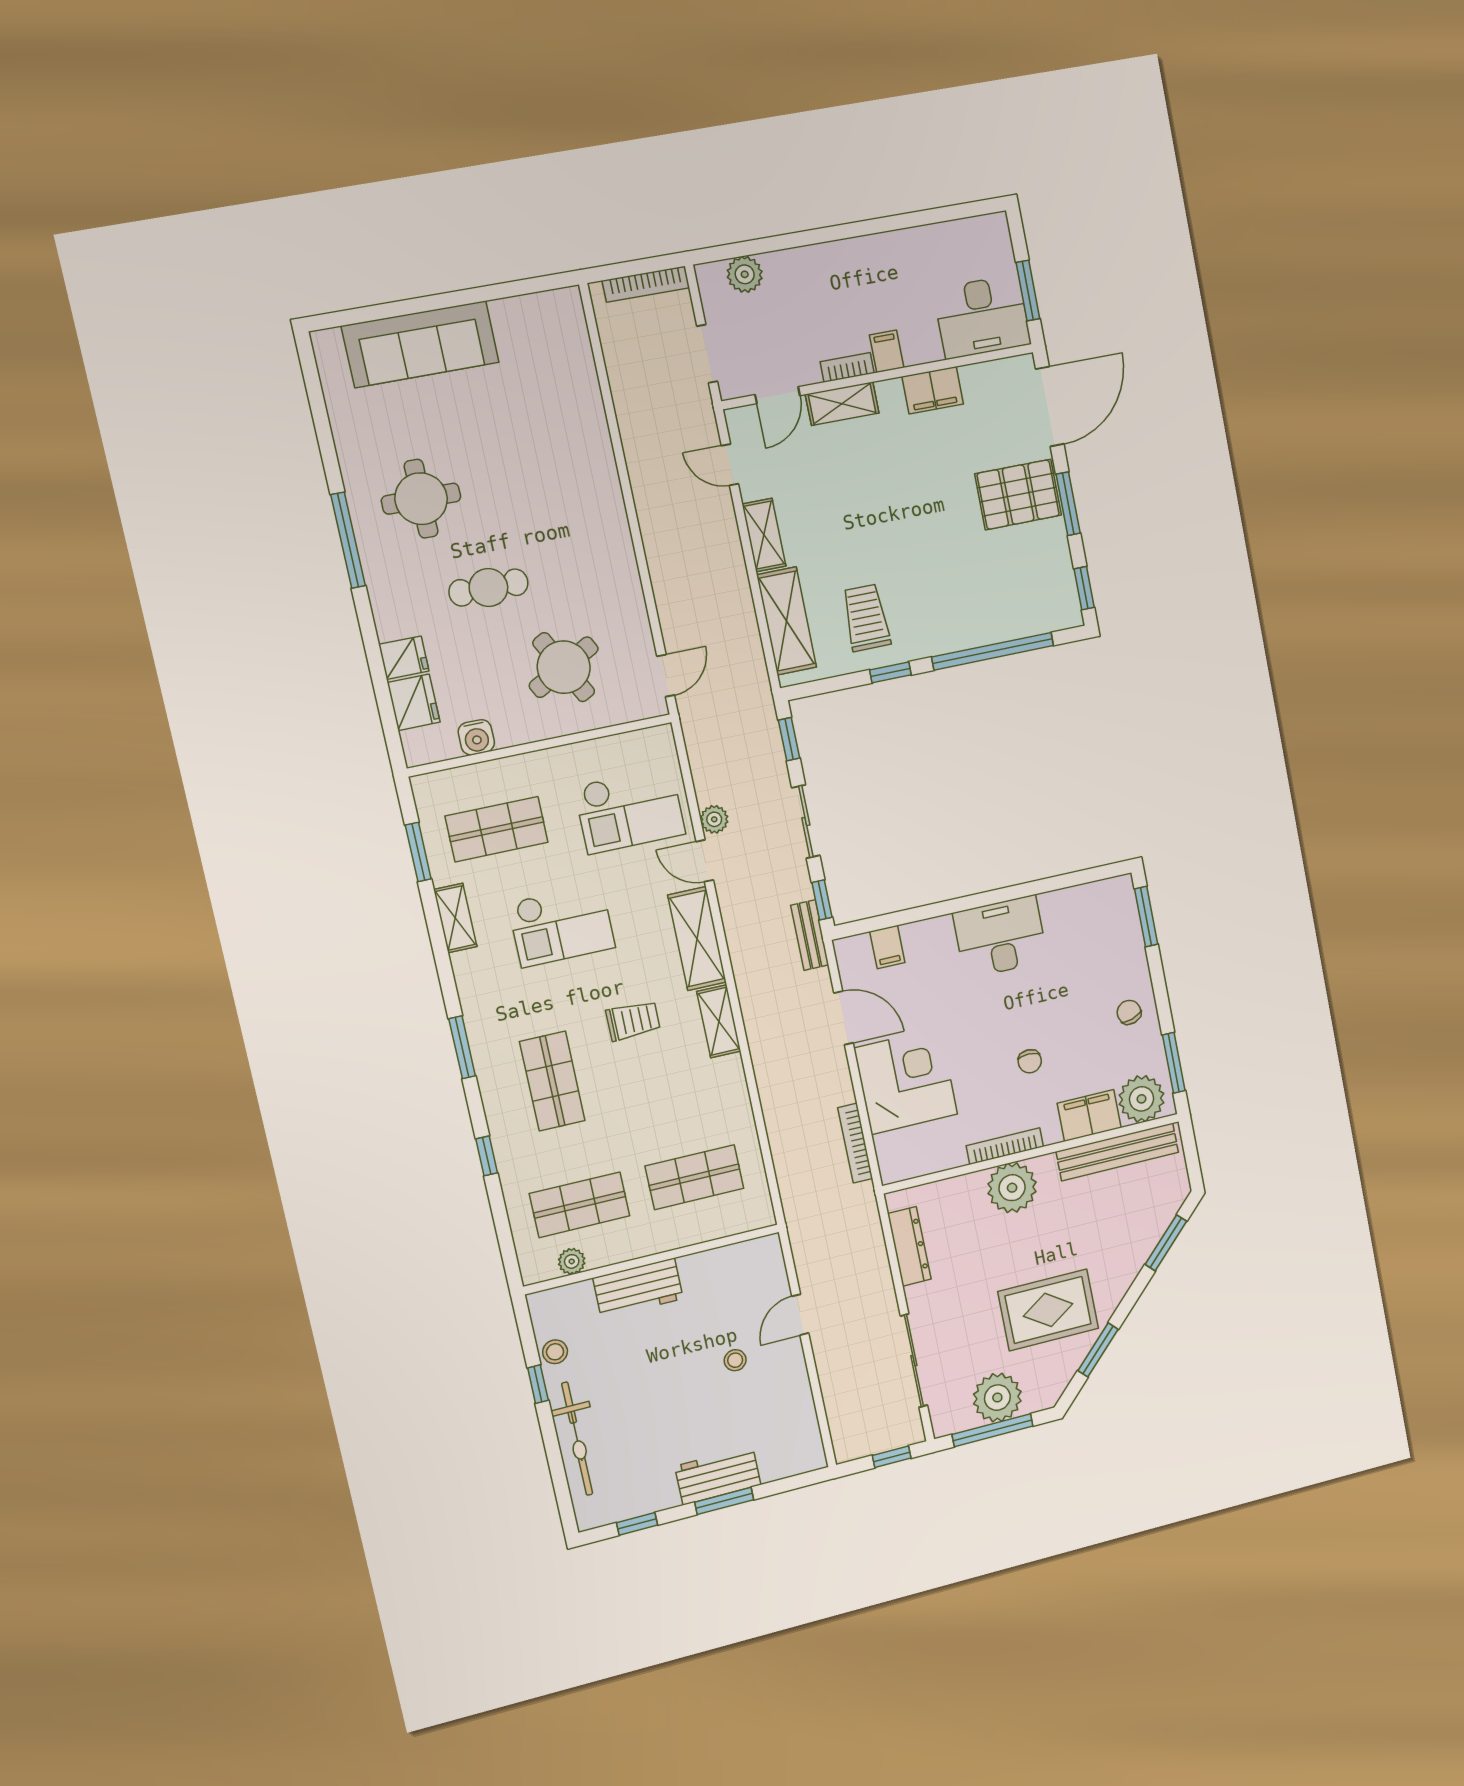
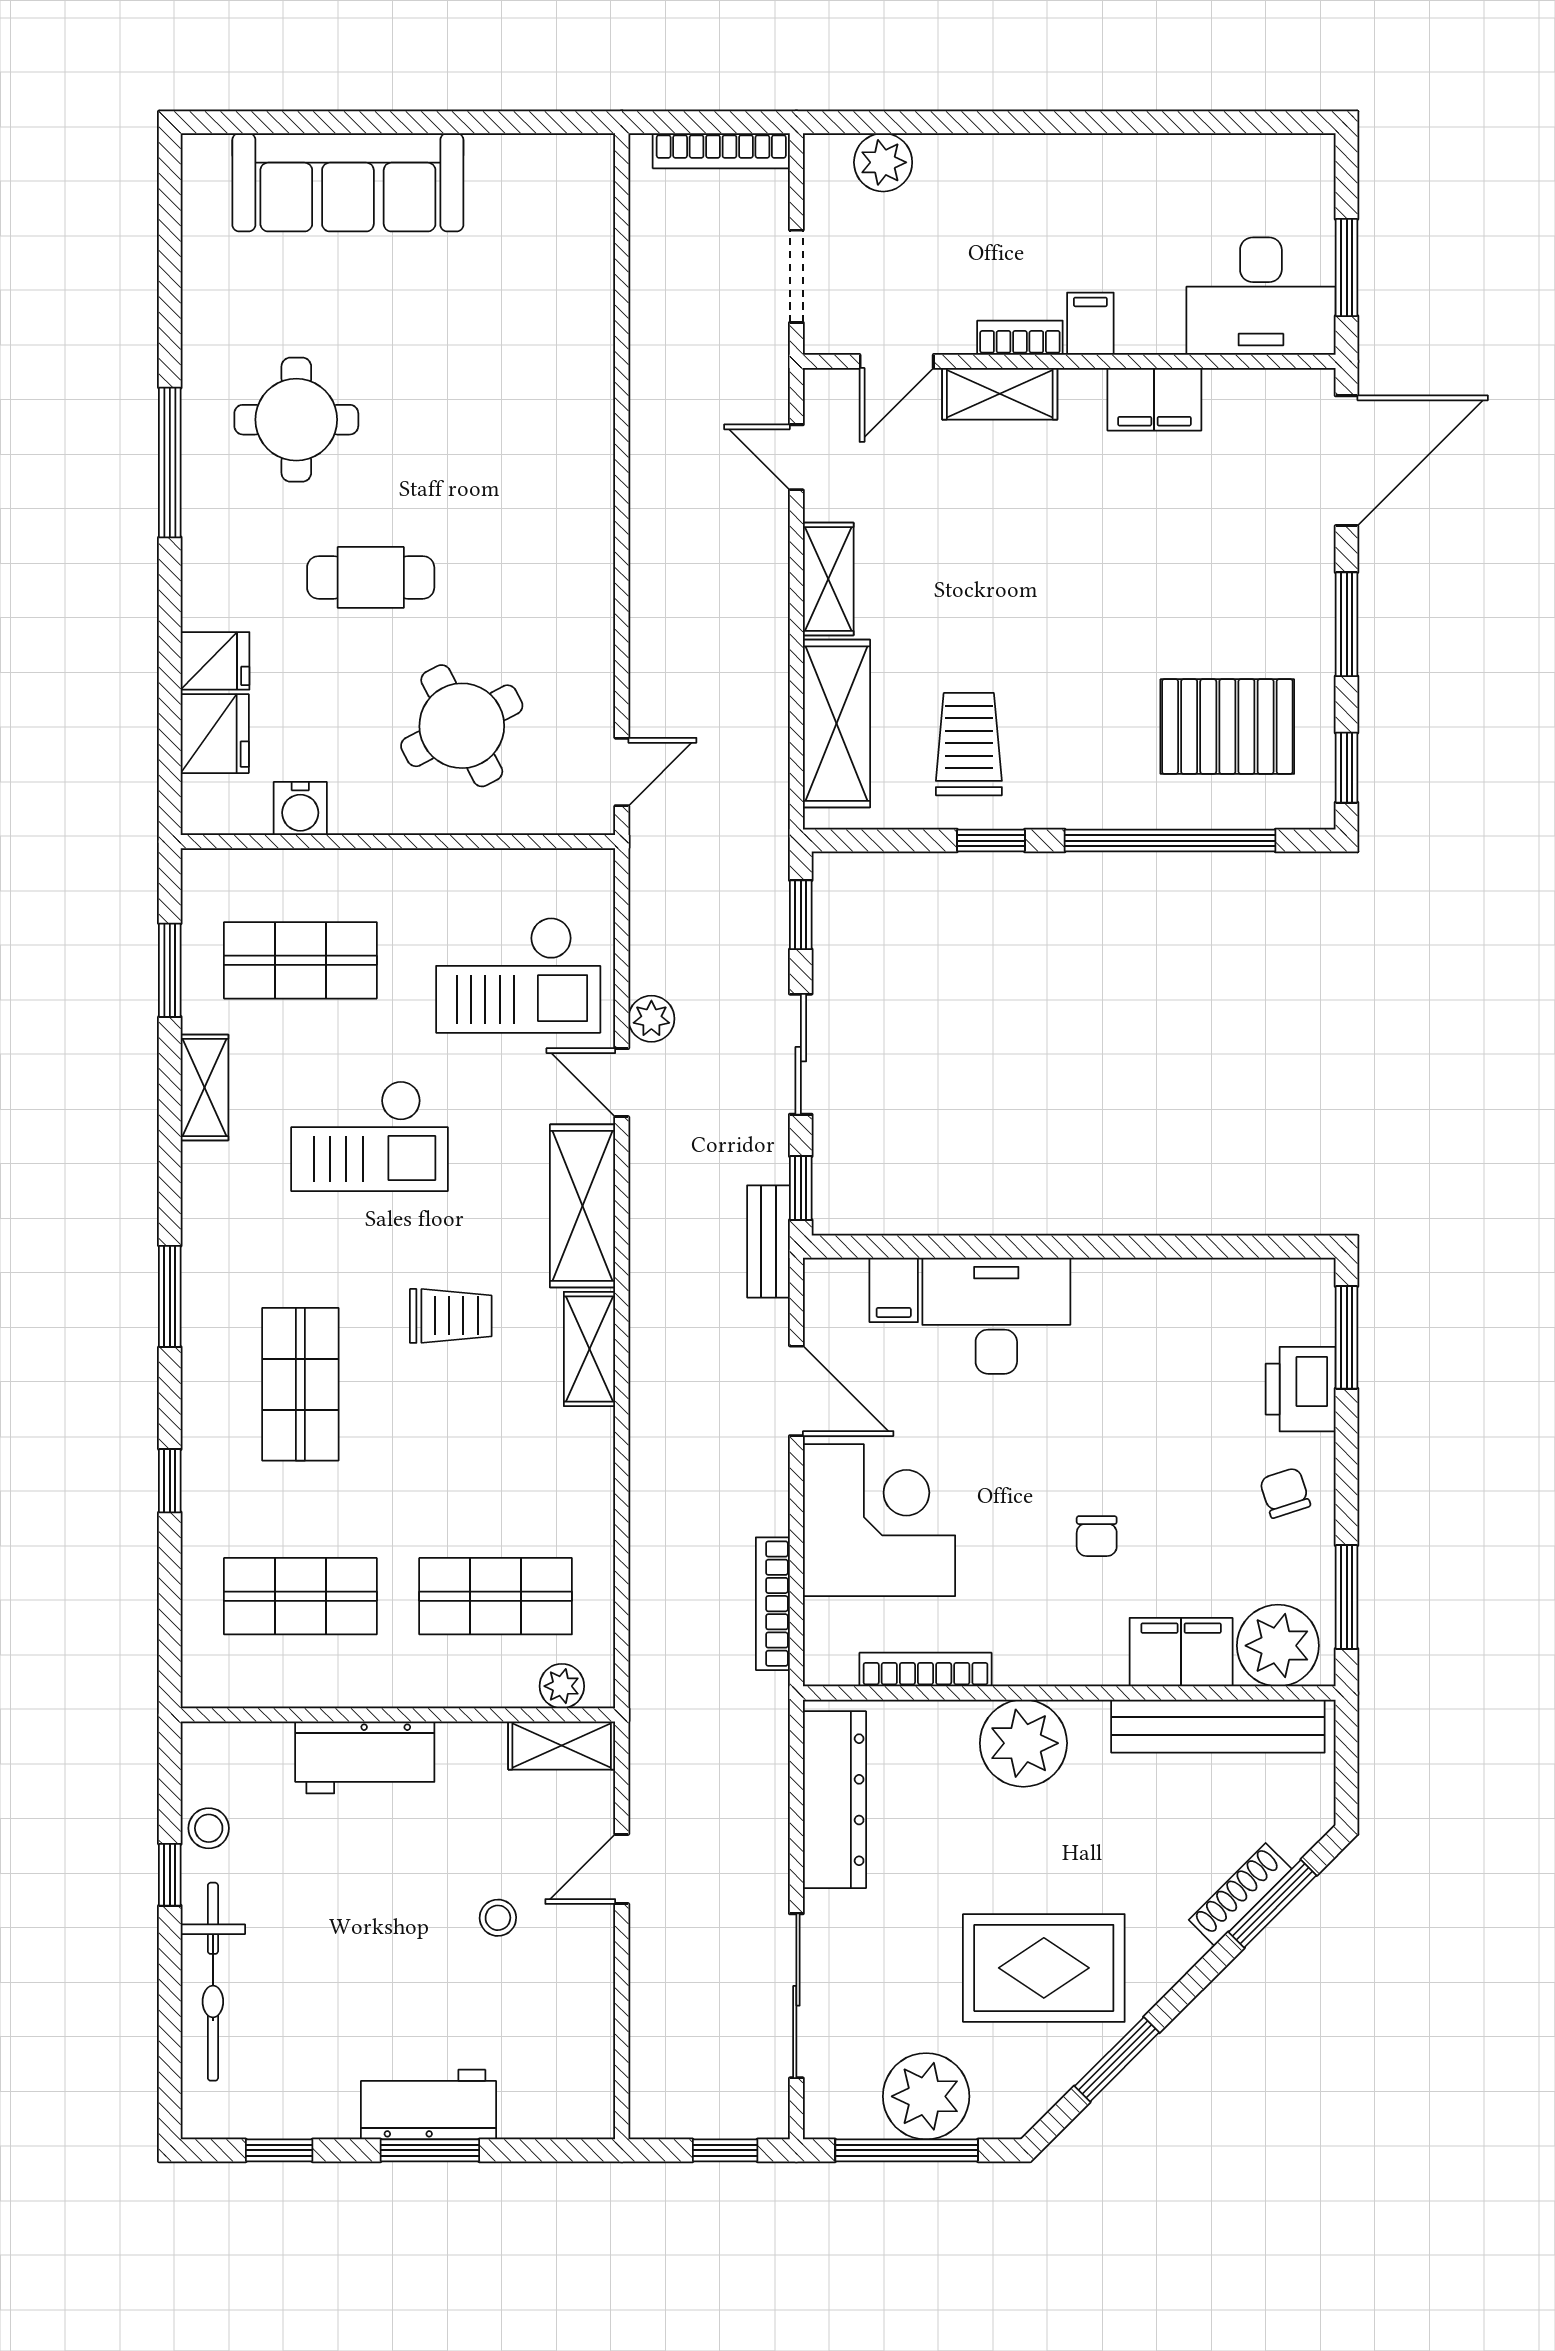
pallet: (1018, 495) -> (1227, 727), moved
desk: (1000, 937) -> (996, 1316), moved
printer: (1126, 952) -> (1301, 1389), added
bookcase: (1005, 1146) -> (926, 1670), moved
shoe rack: (1147, 1242) -> (1240, 1894), added
dresser: (909, 1246) -> (834, 1800), width x1.37, depth x1.24
shelving: (751, 1253) -> (562, 1746), added
plant: (572, 1261) -> (562, 1686), moved

